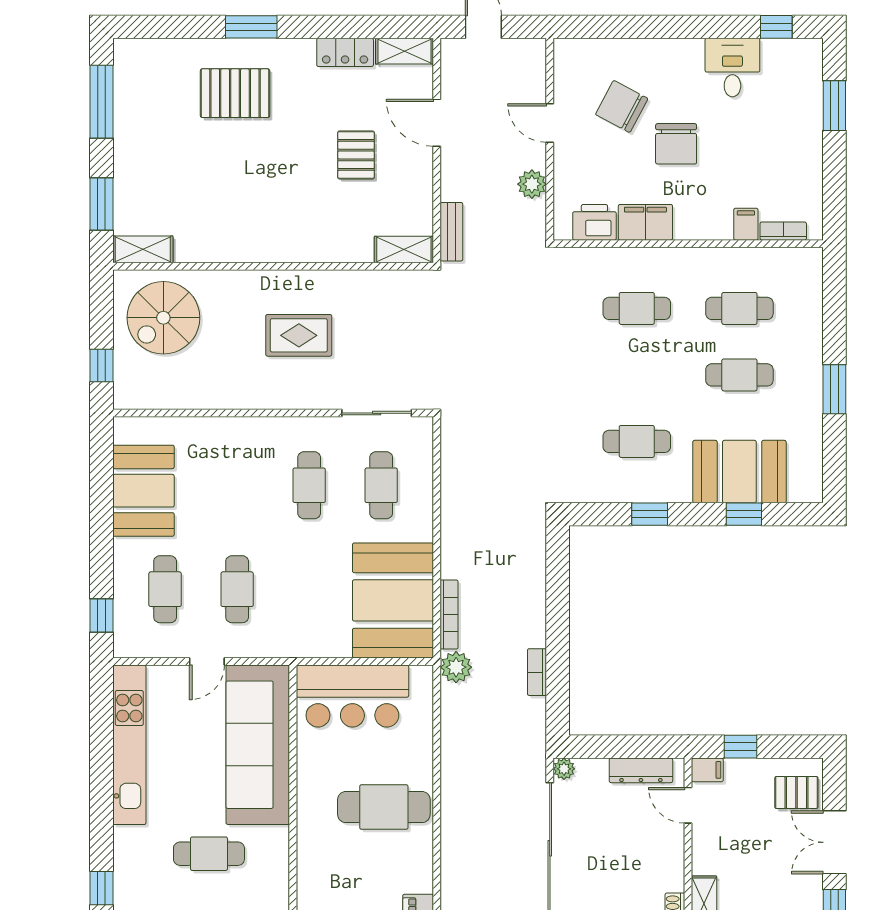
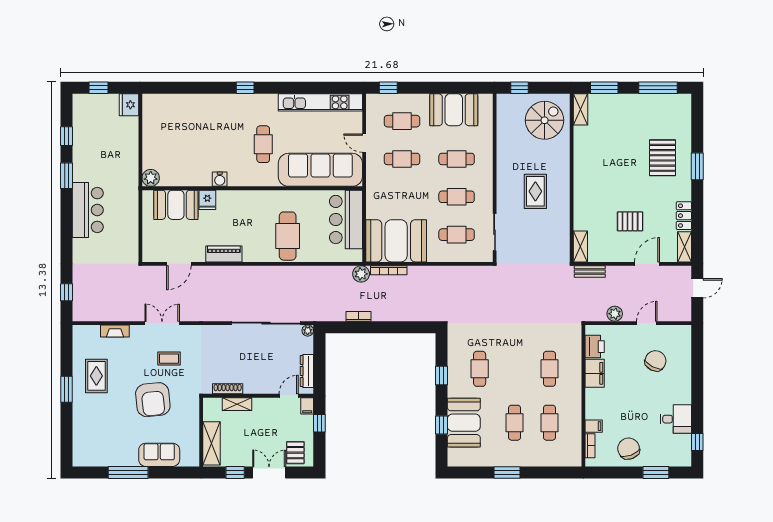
chair: (676, 144) -> (629, 449), moved, turned 69
spiral stairs: (163, 318) -> (545, 120), turned 90
cafe table: (237, 485) -> (457, 159), added

